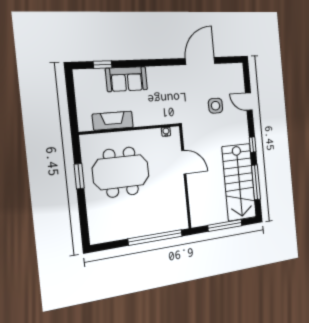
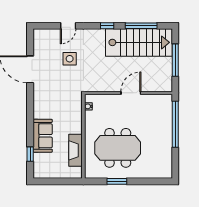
door: (184, 162) -> (131, 93), moved
meeting table: (121, 172) -> (118, 148), turned 90

